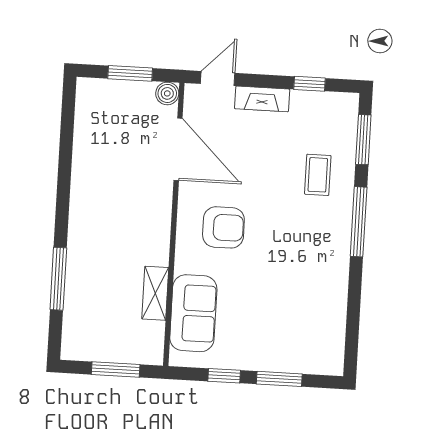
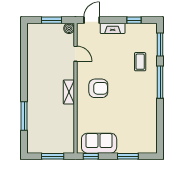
door: (178, 149) -> (75, 54), width x0.53
shelving: (155, 293) -> (69, 92), moved
sofa: (193, 313) -> (99, 143), moved, turned -90
window: (224, 376) -> (91, 156), moved

